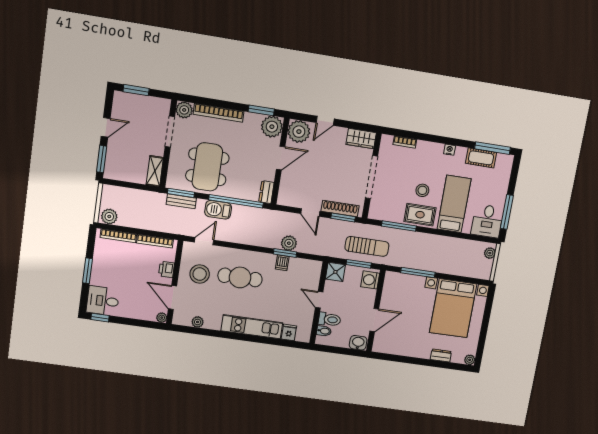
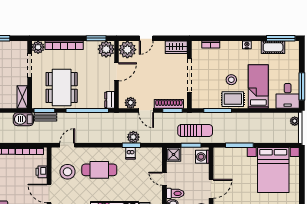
plant: (292, 200) -> (131, 103), added
barbecue: (218, 210) -> (23, 119), moved

